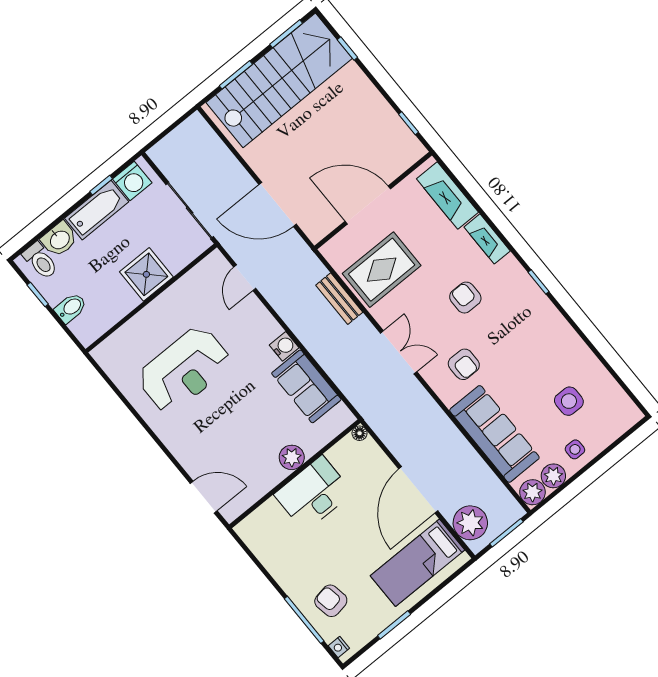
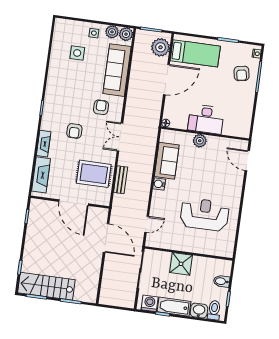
stairs: (279, 80) -> (46, 286), width x0.73, depth x0.66

